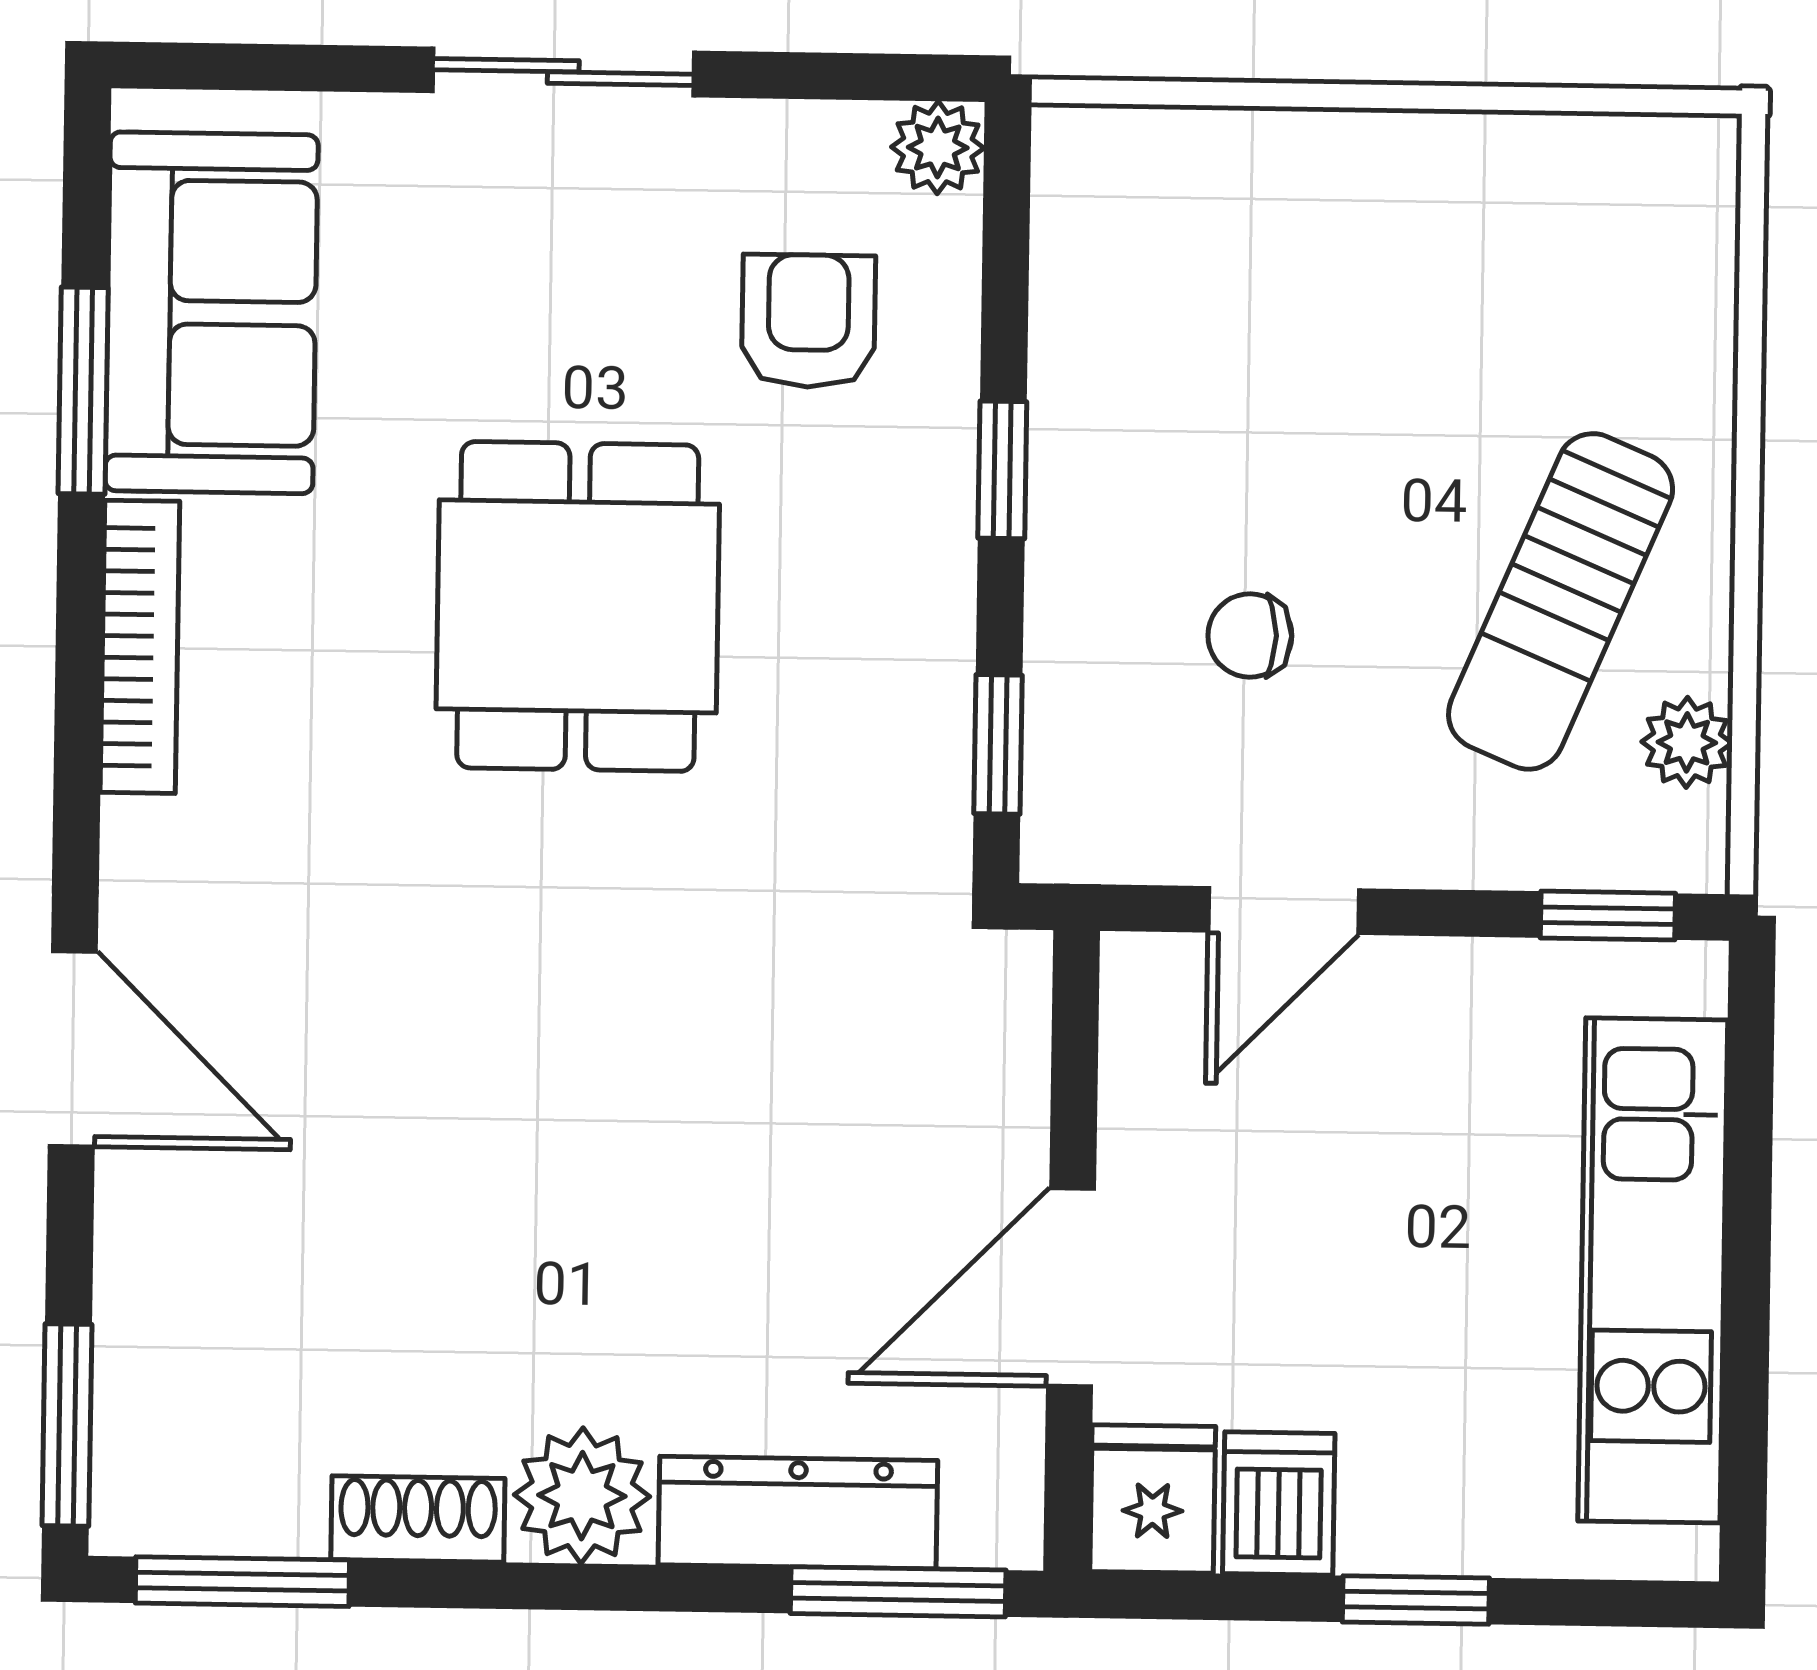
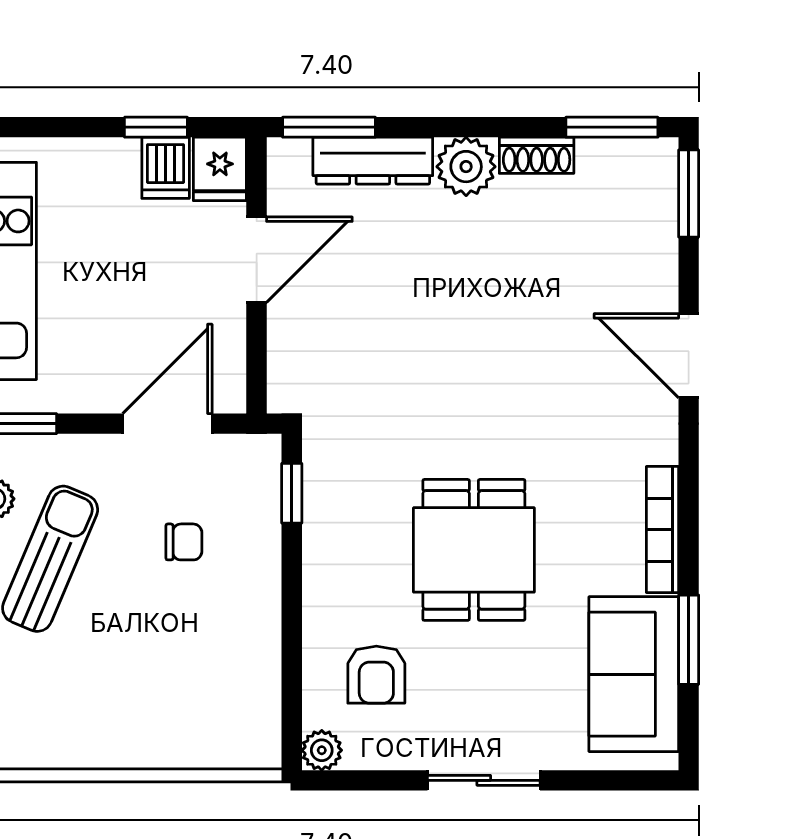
window: (1002, 470) -> (292, 612), removed
door: (1284, 910) -> (167, 424), width x1.38
window: (1416, 1600) -> (156, 127), moved

